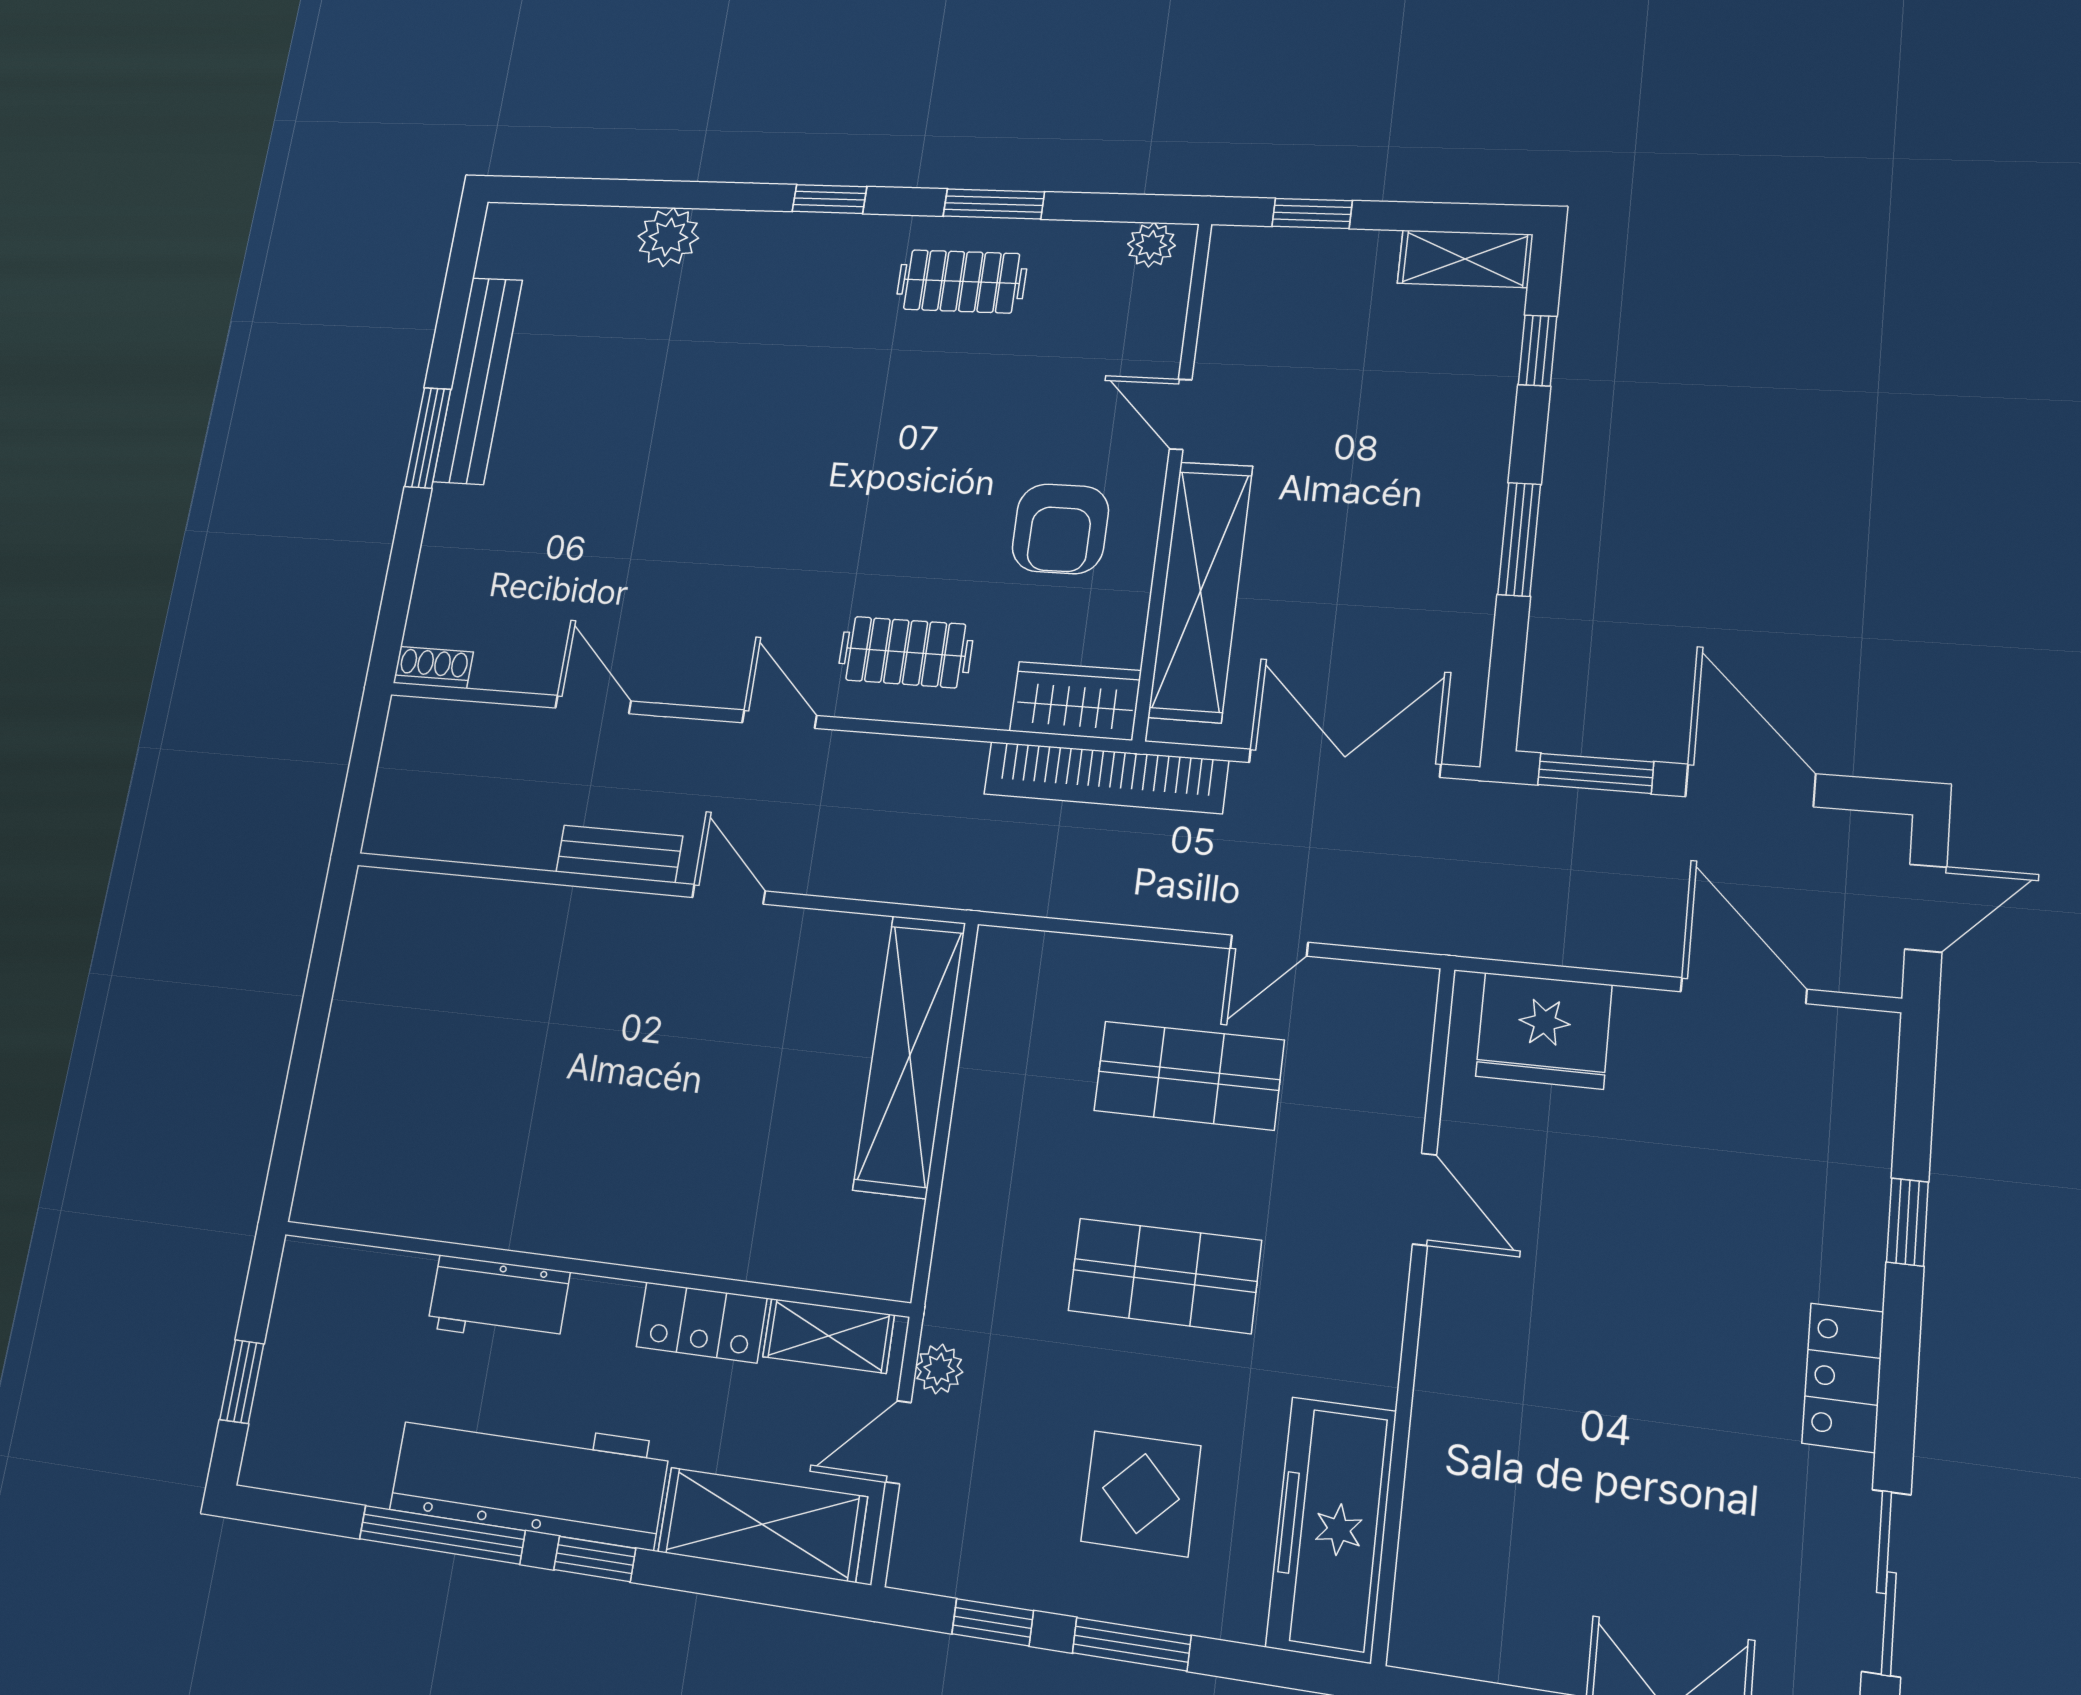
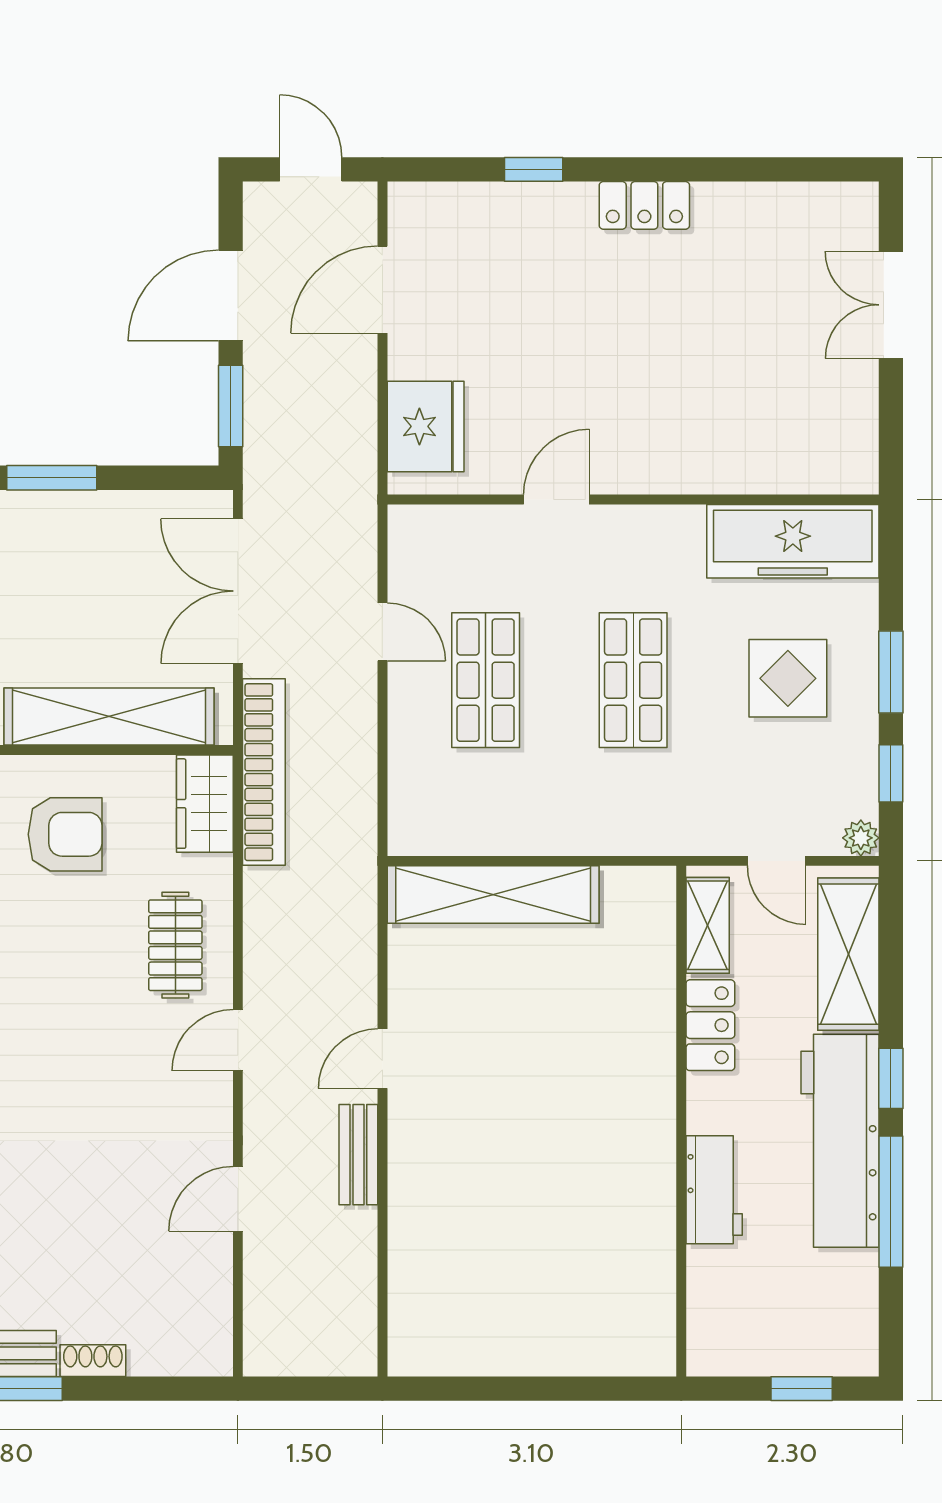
shoe rack: (433, 668) -> (93, 1361), moved, turned 90
plant: (939, 1369) -> (861, 838), moved
sliding door: (1886, 1583) -> (776, 169), removed

